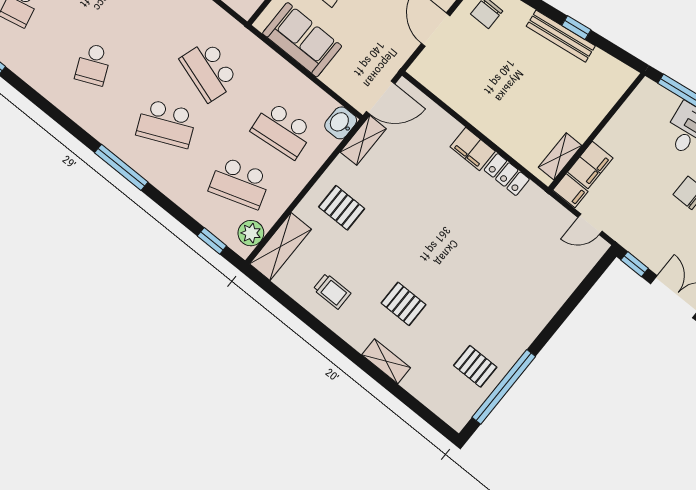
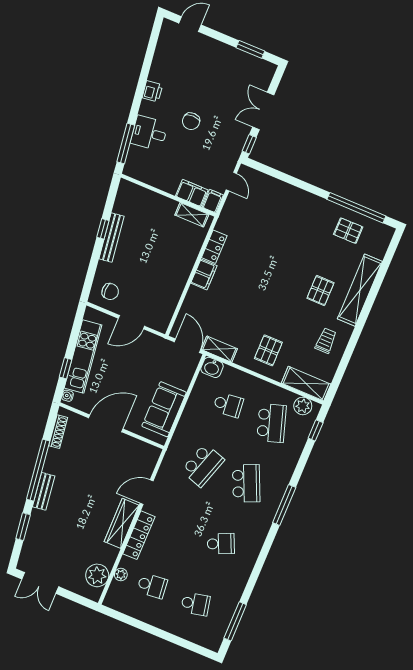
school desk: (282, 130) -> (228, 405), width x0.54
shelving: (386, 361) -> (360, 290), width x2.20, depth x1.33
pallet: (475, 366) -> (348, 231), turned 90

